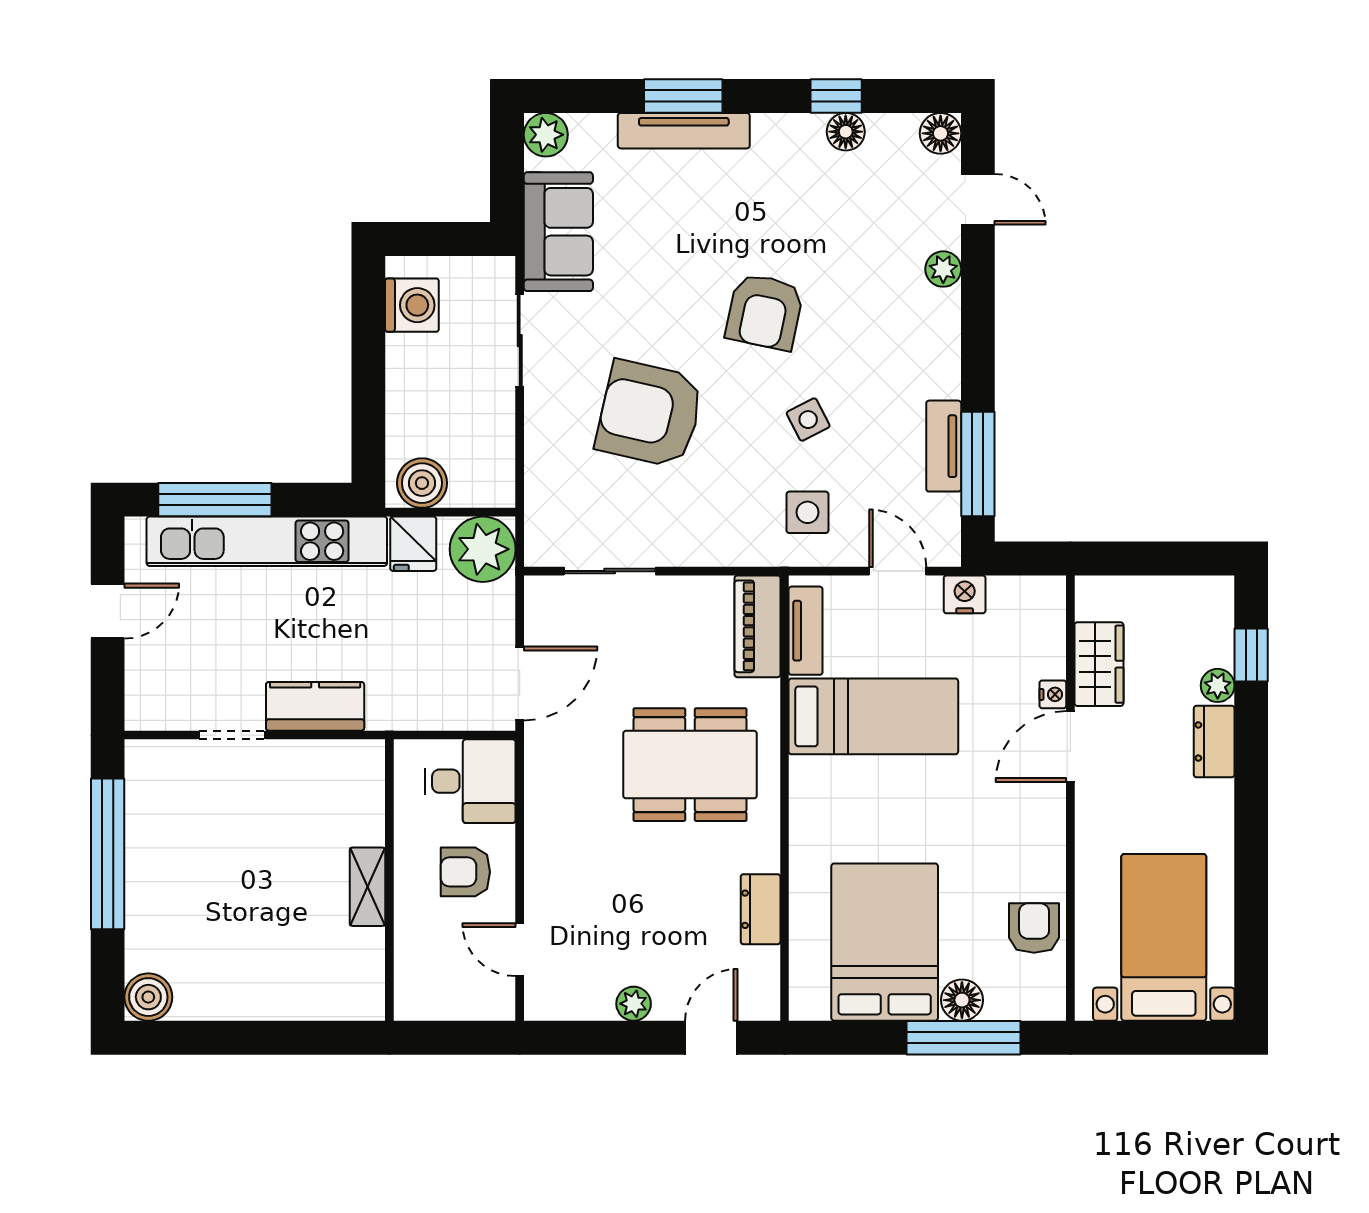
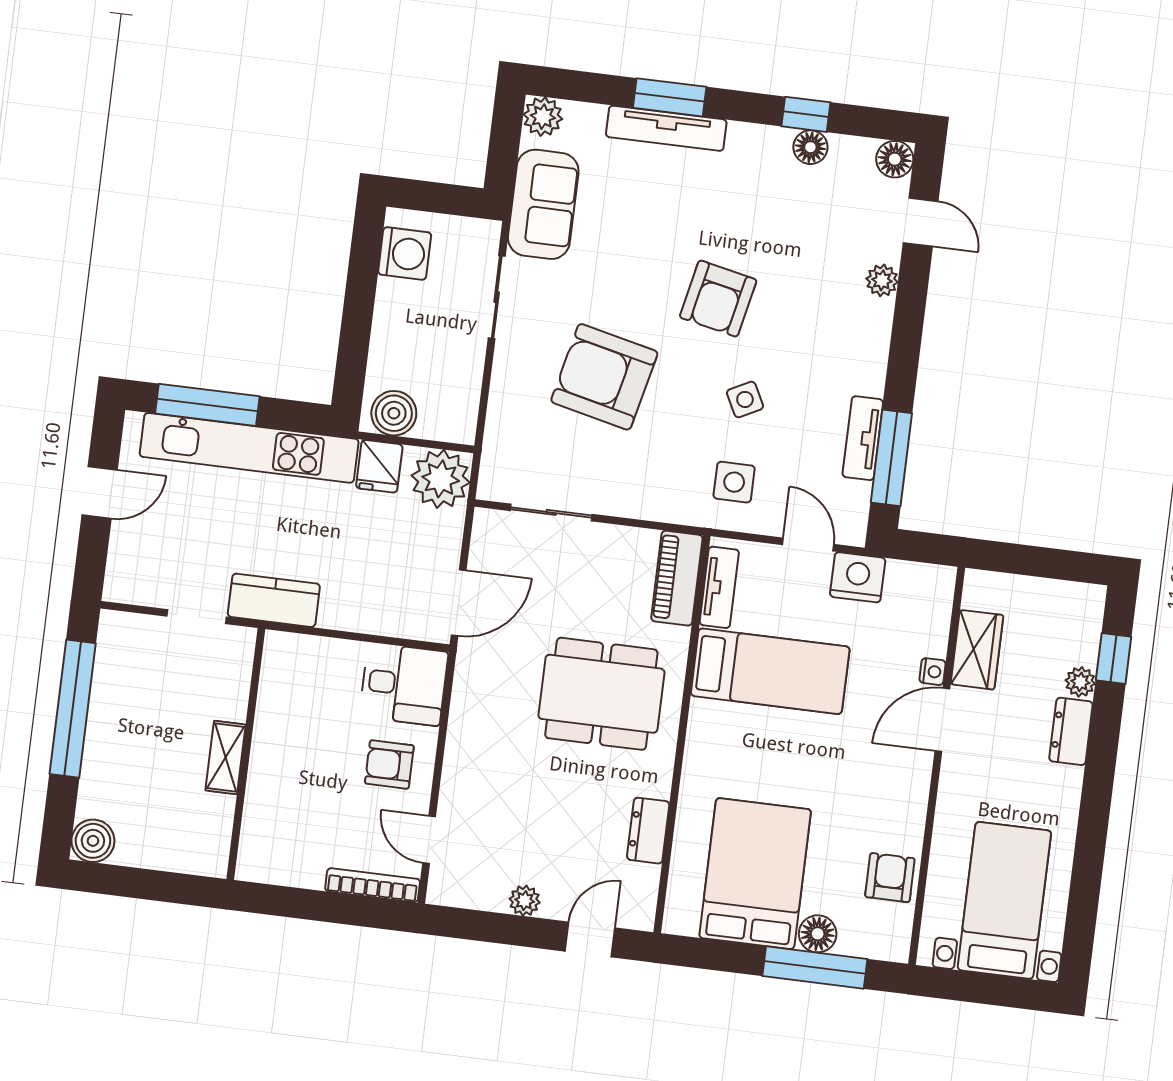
nightstand: (965, 594) -> (858, 577), width x1.36, depth x1.33
wall: (389, 880) -> (246, 754), moved
shelving: (367, 887) -> (226, 757), moved
bookcase: (463, 1008) -> (373, 885), added

